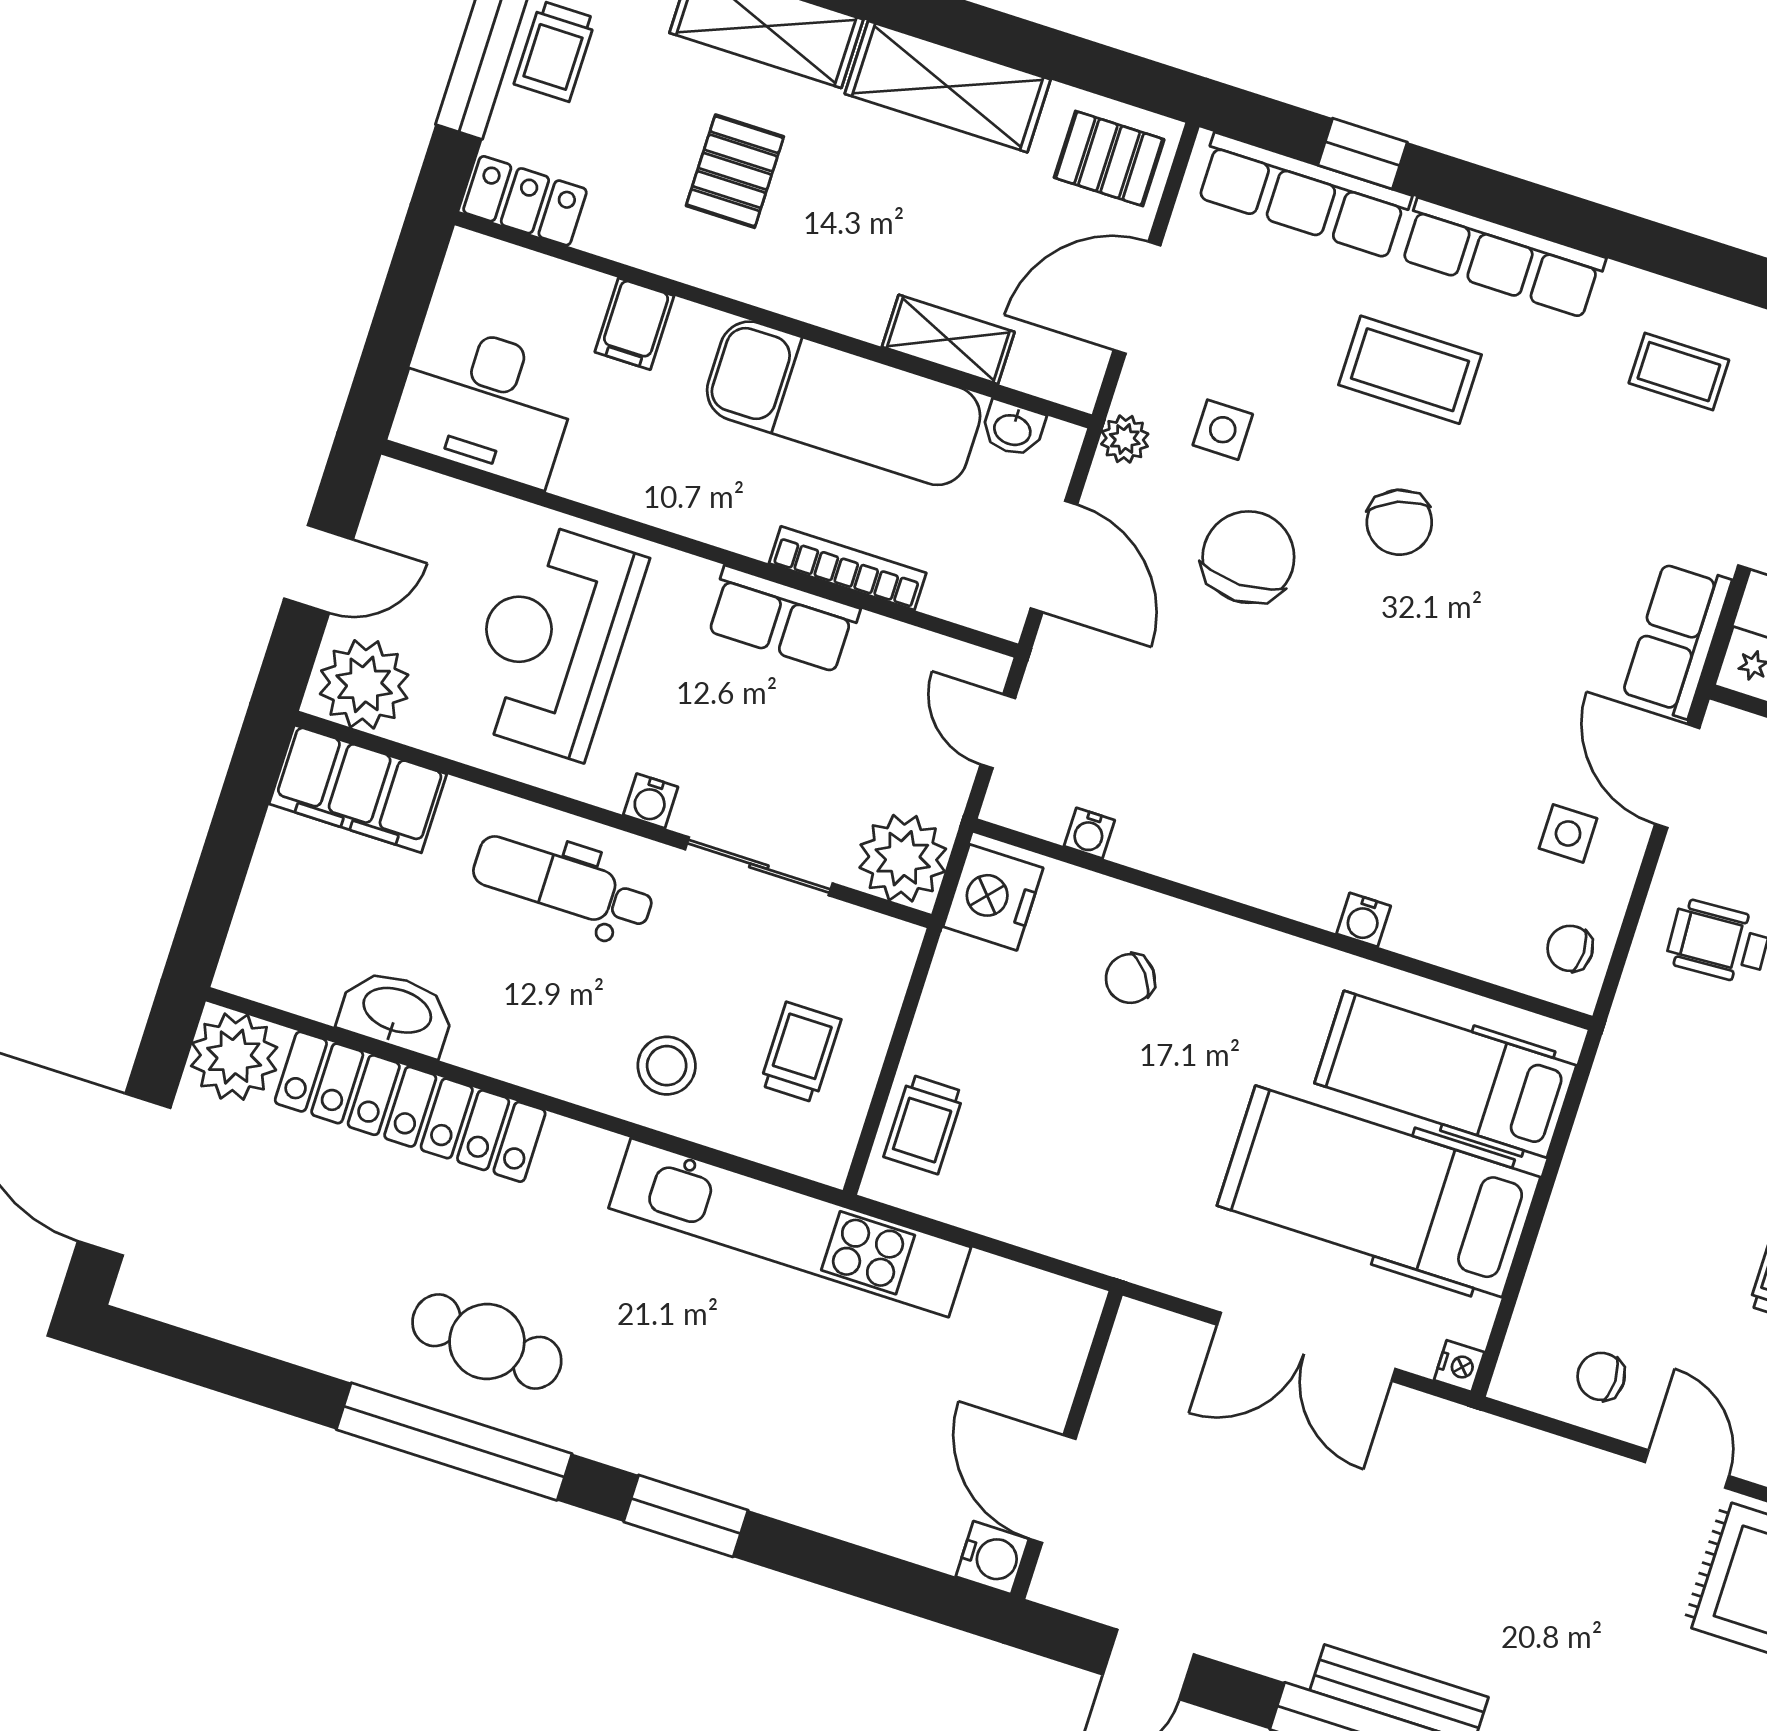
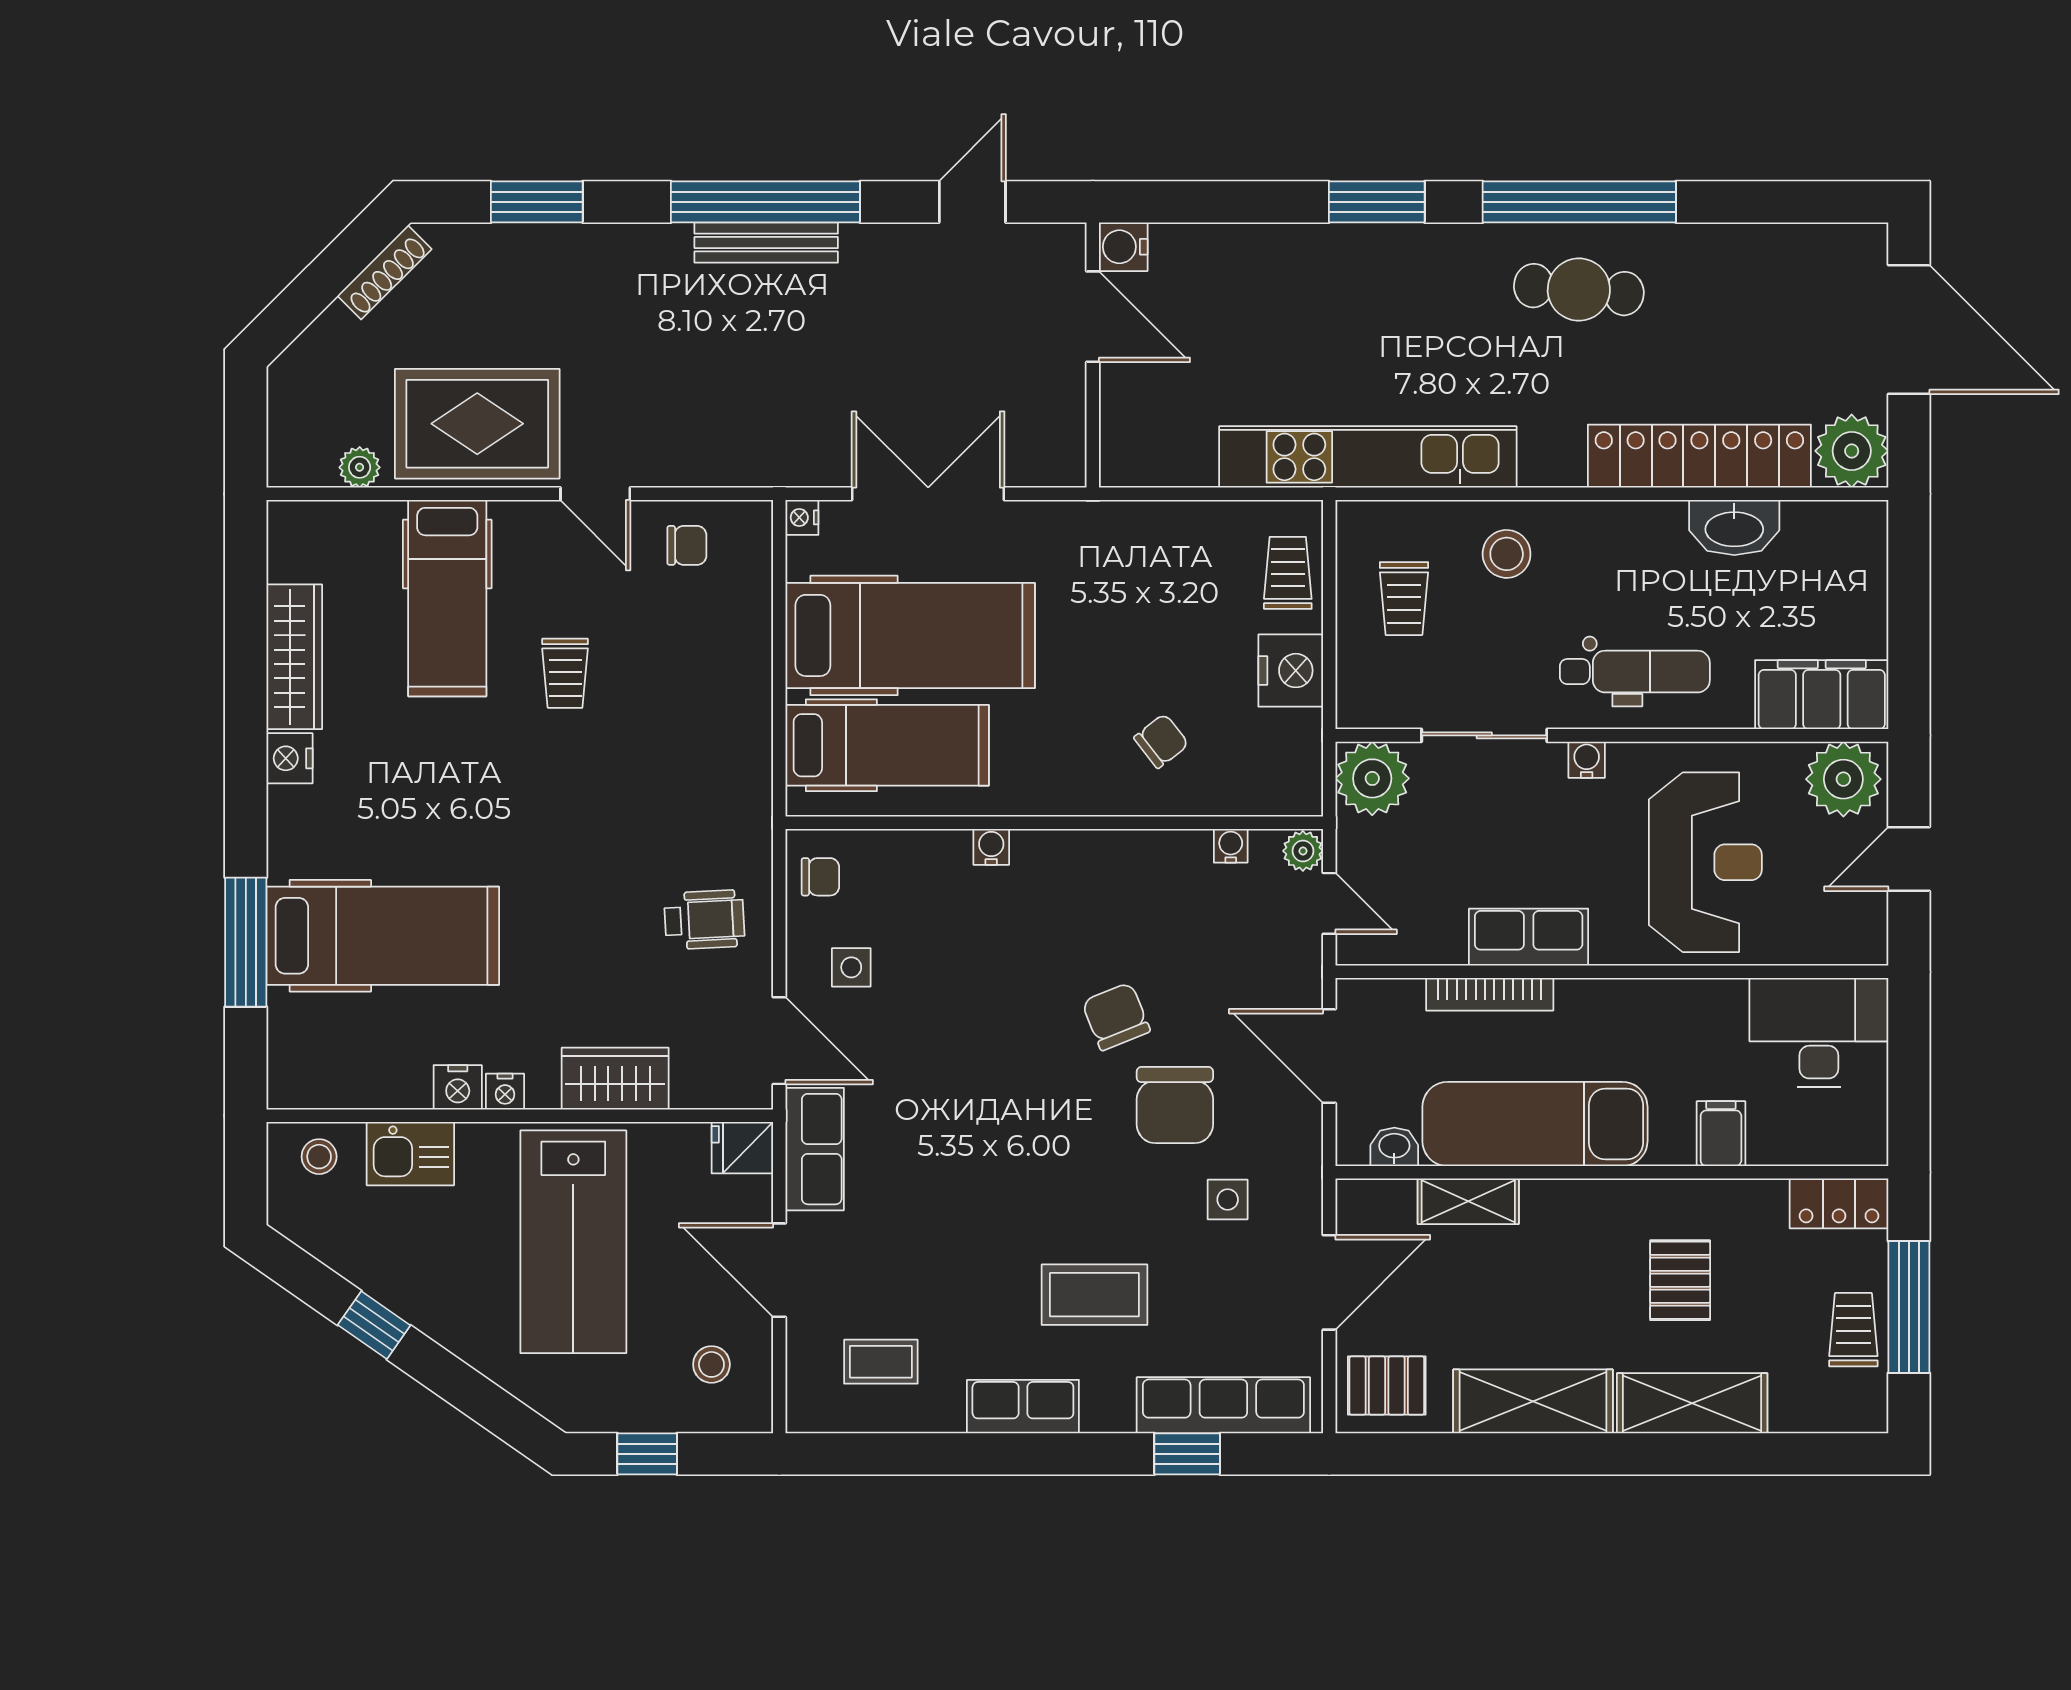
row of seats: (1502, 258) -> (1023, 1407), width x0.68
plant: (1125, 439) -> (1303, 851), moved
chair: (1399, 522) -> (1116, 1016), moved
nightstand: (993, 897) -> (1291, 671), moved

